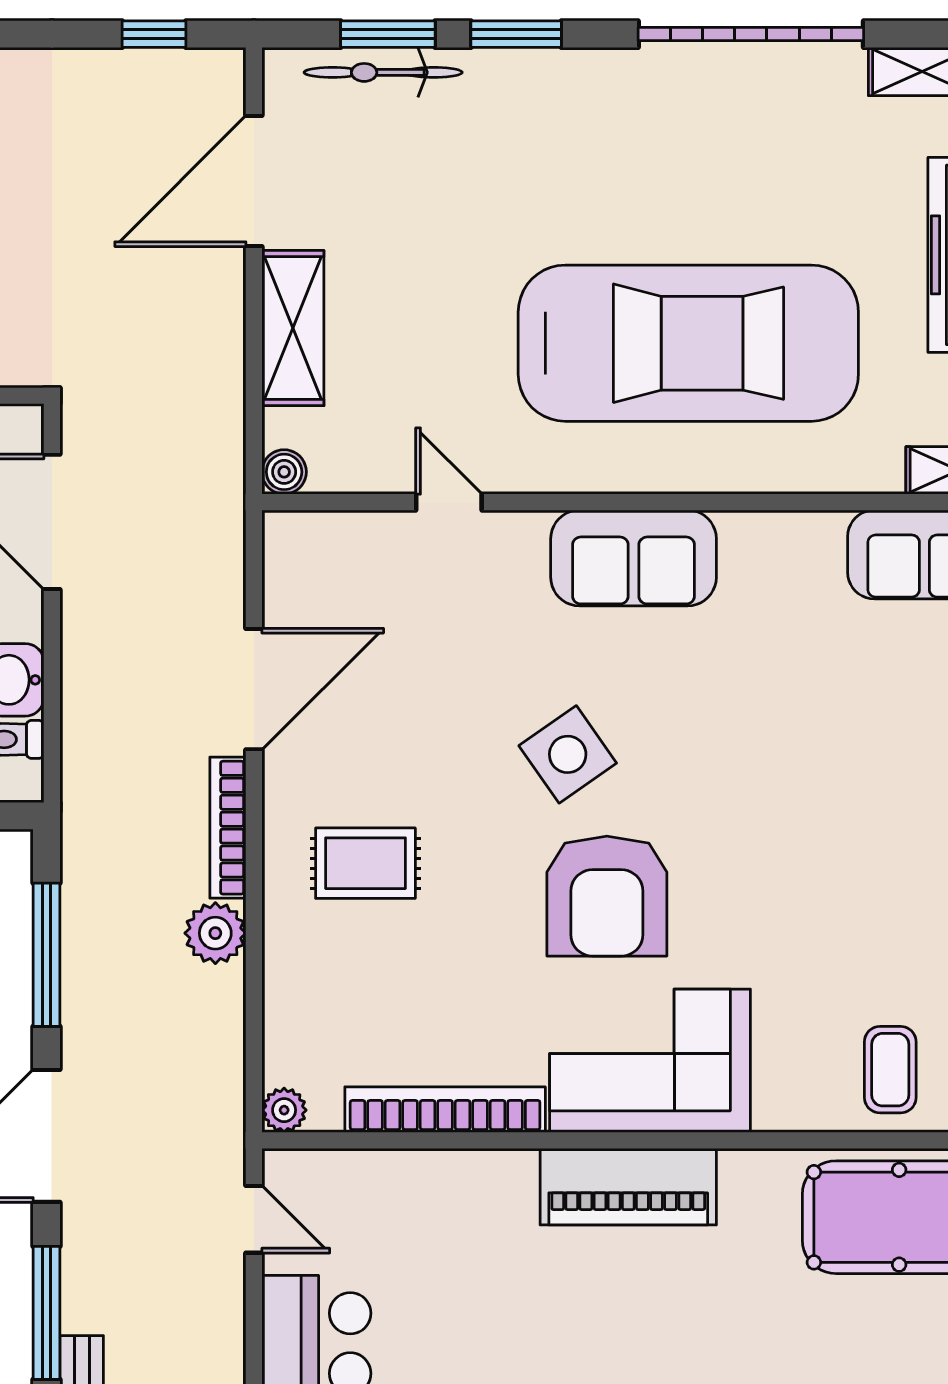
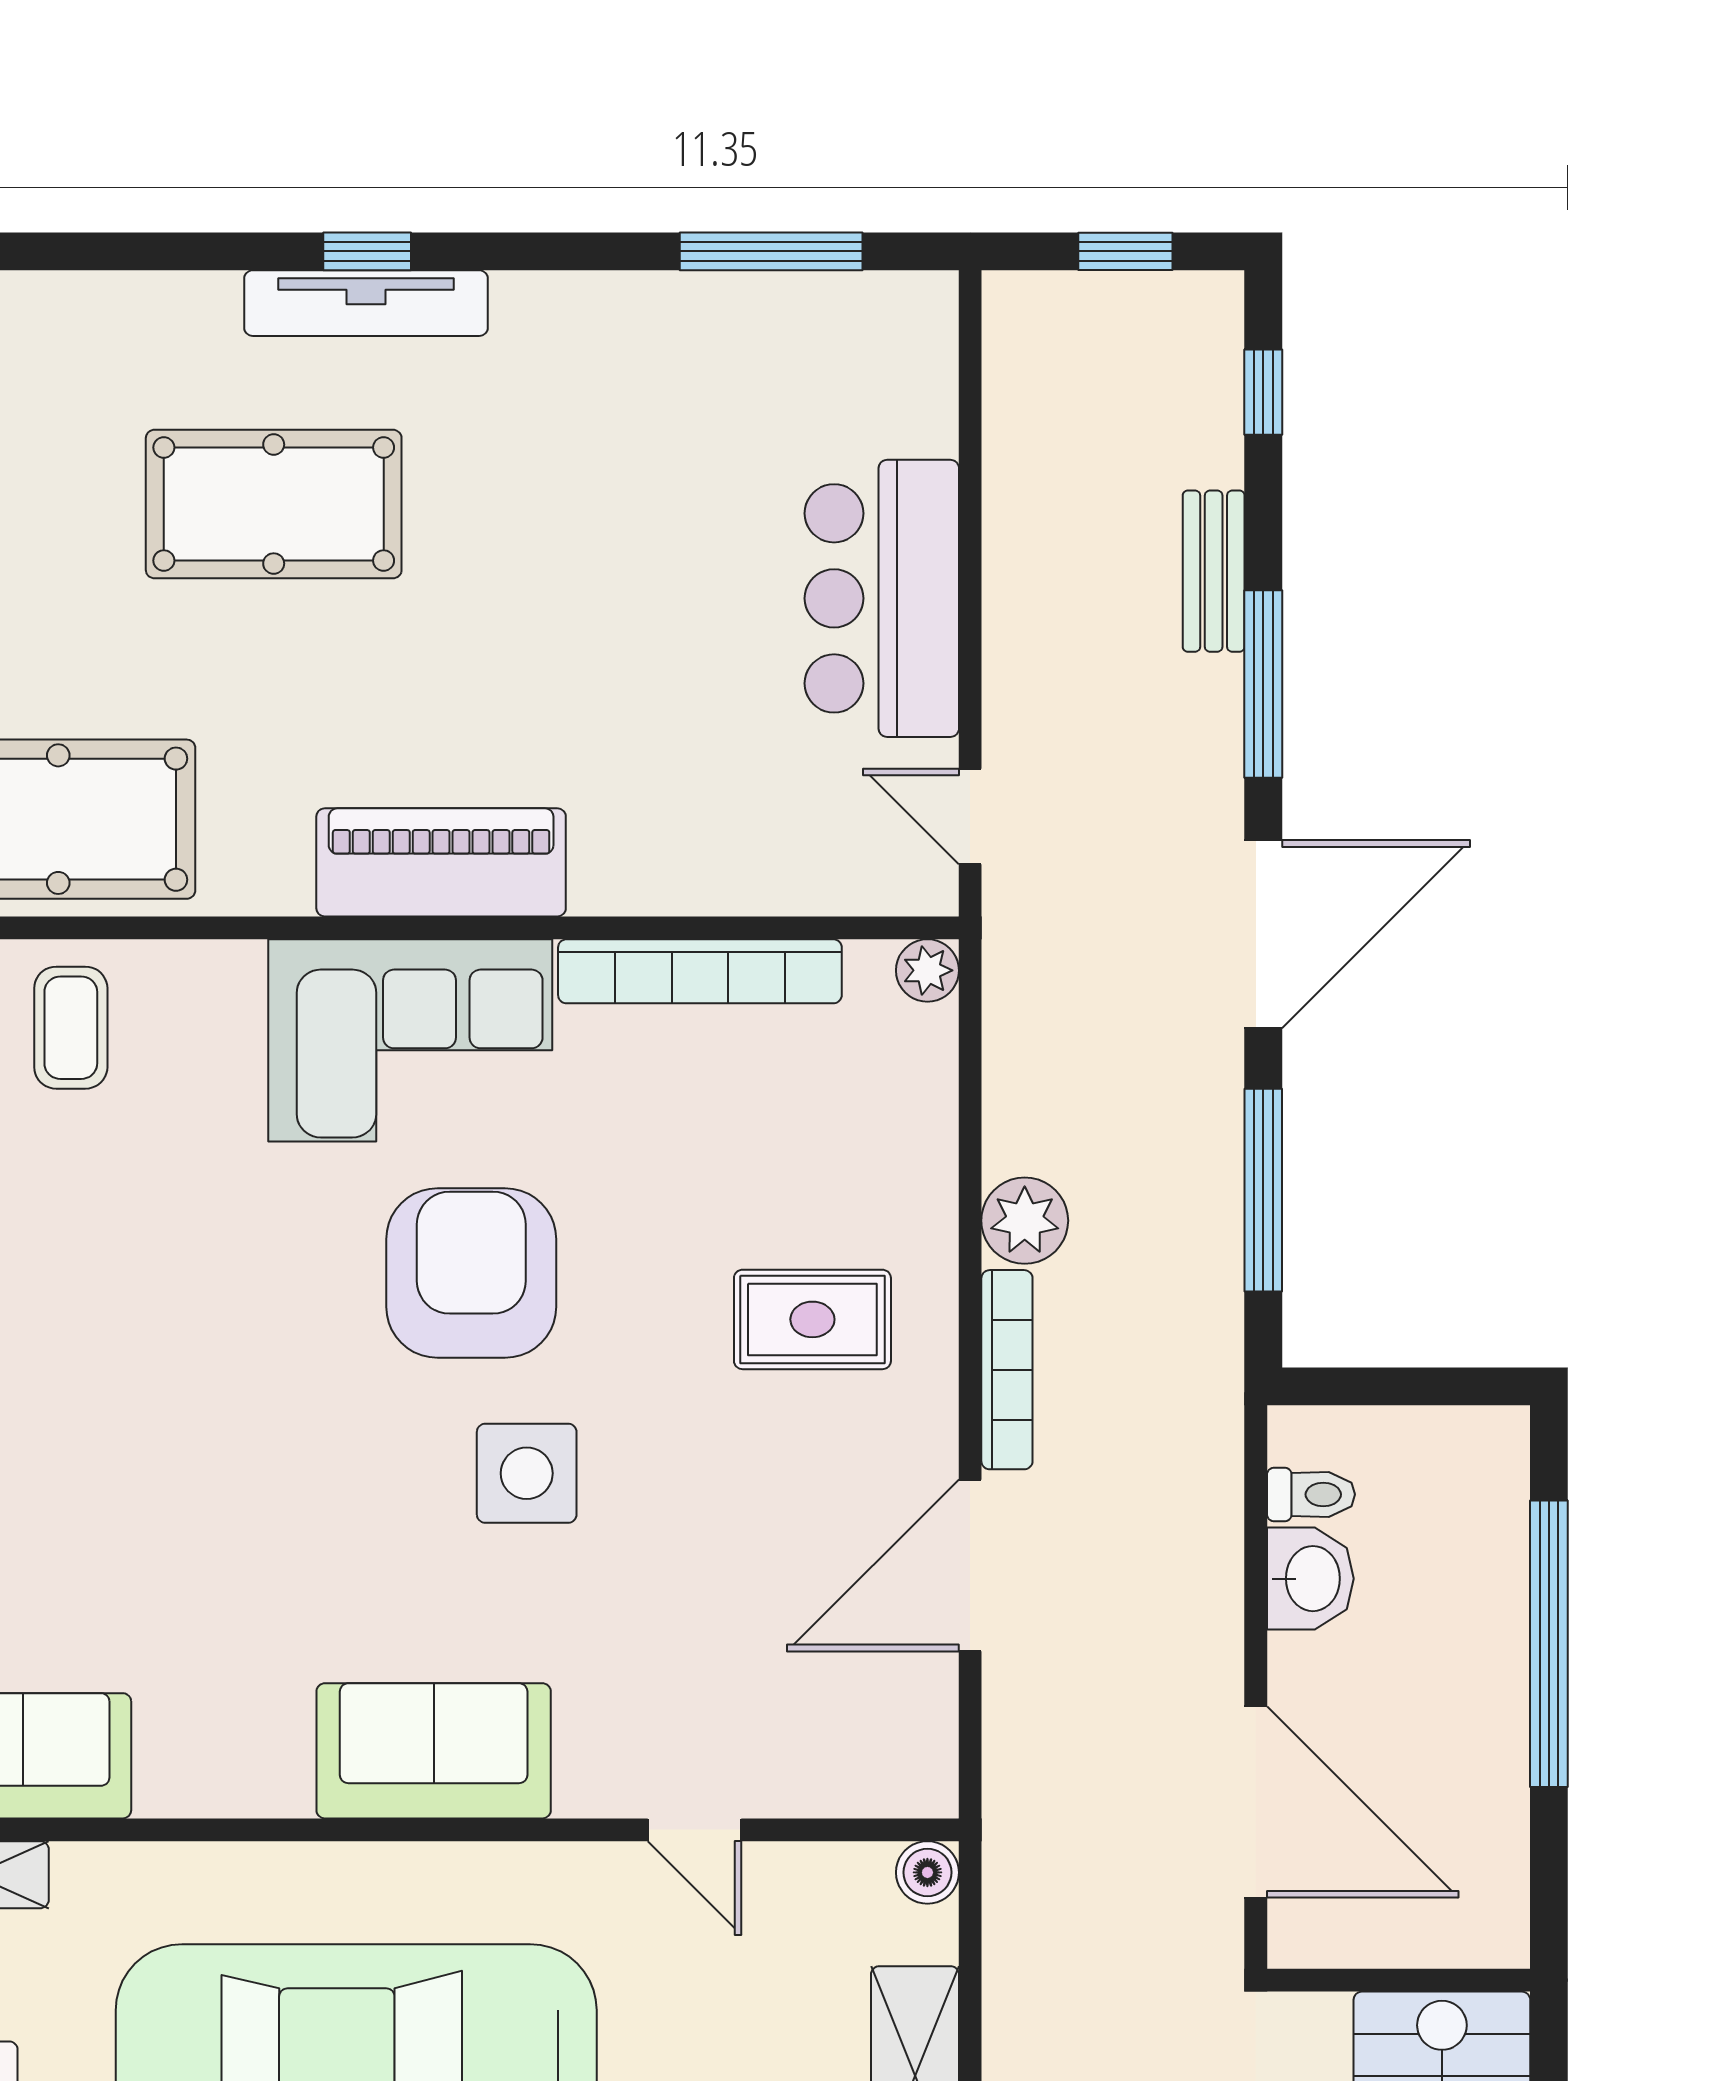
side table: (568, 754) -> (527, 1473), turned 35

